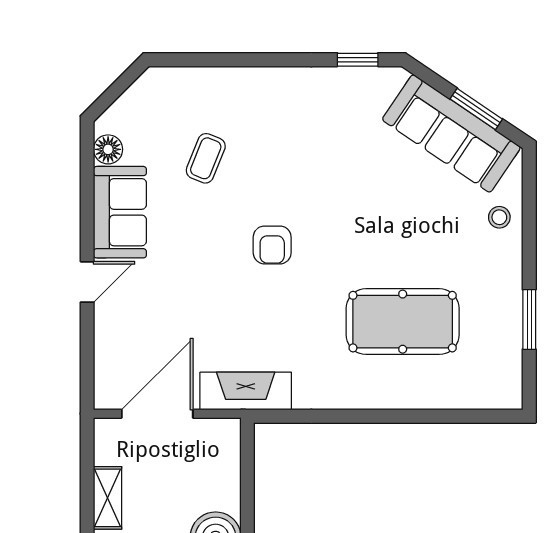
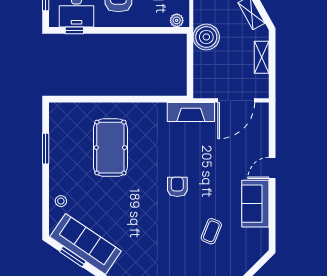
floor lamp: (108, 149) -> (261, 236), removed
pool table: (403, 322) -> (110, 148), turned 90

